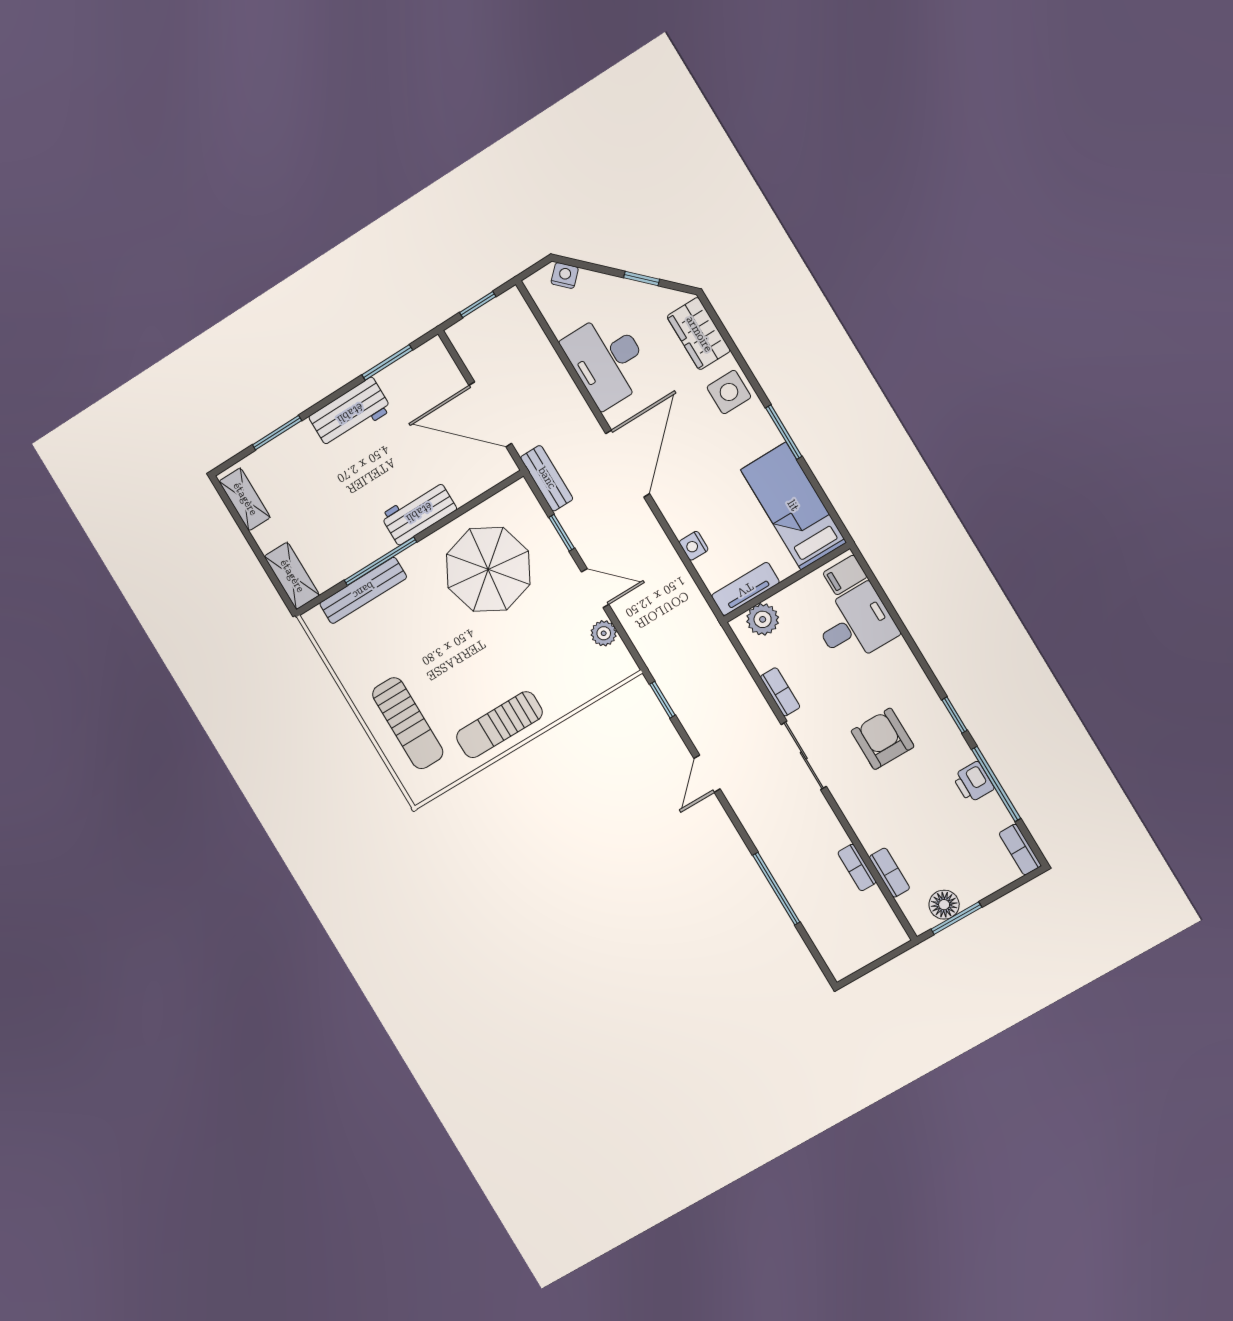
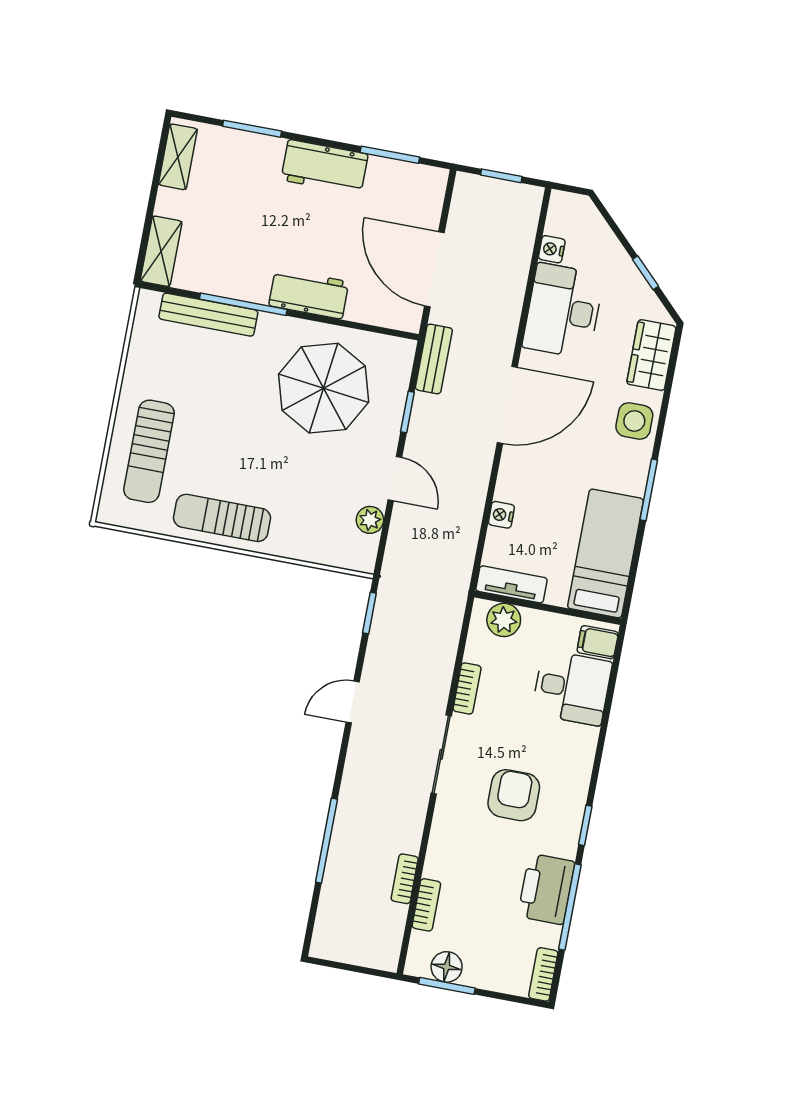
nightstand: (565, 276) -> (552, 249), moved, turned -135
printer: (973, 782) -> (546, 889), width x1.87, depth x1.48

